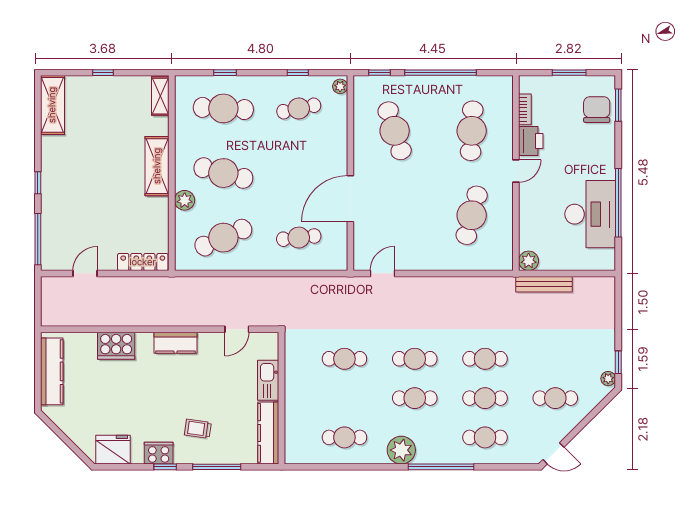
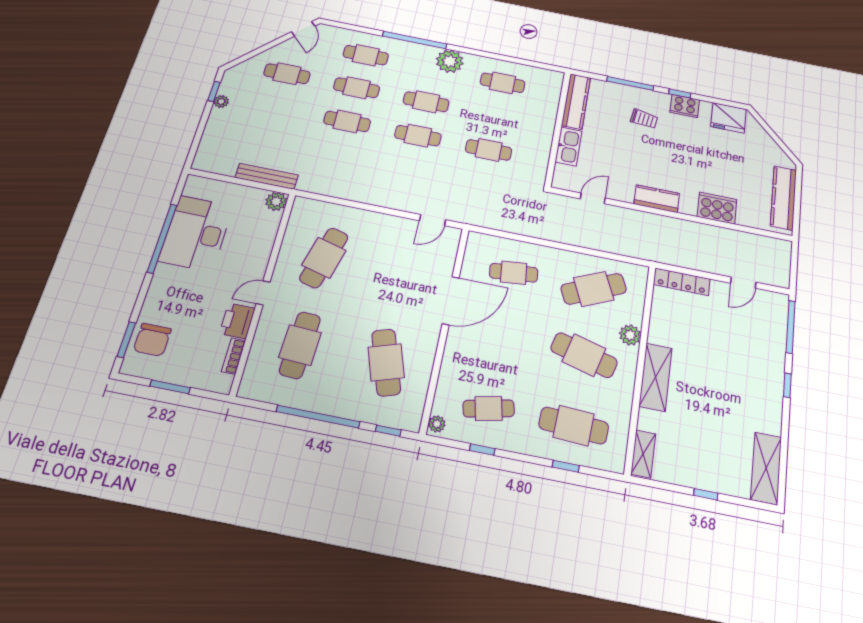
plant: (608, 379) -> (221, 102), moved
door: (553, 453) -> (303, 29), swing flipped

